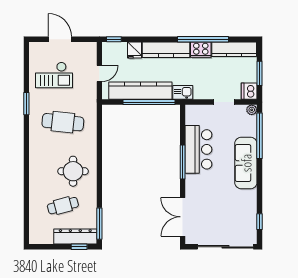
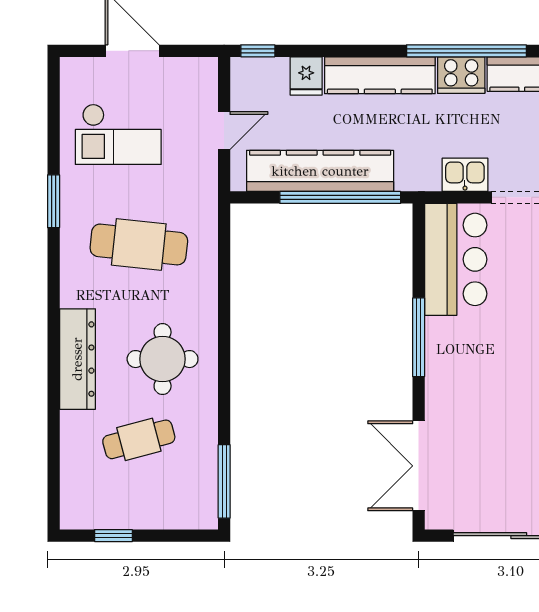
kitchen sink: (183, 92) -> (465, 175), moved
bar counter: (198, 149) -> (456, 259), moved
dresser: (75, 237) -> (77, 359), moved, turned 90
window: (79, 247) -> (113, 536), moved

